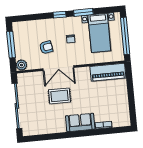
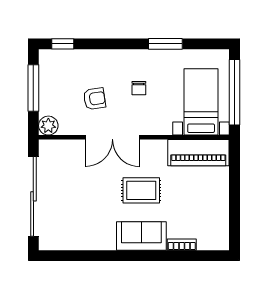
window: (60, 15) -> (63, 44), moved
bed with nightstands: (99, 33) -> (201, 102), moved, turned 180
rug: (60, 96) -> (141, 190), moved

